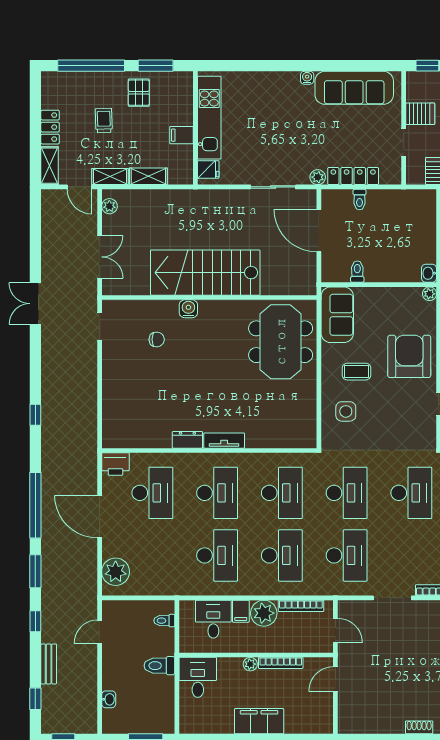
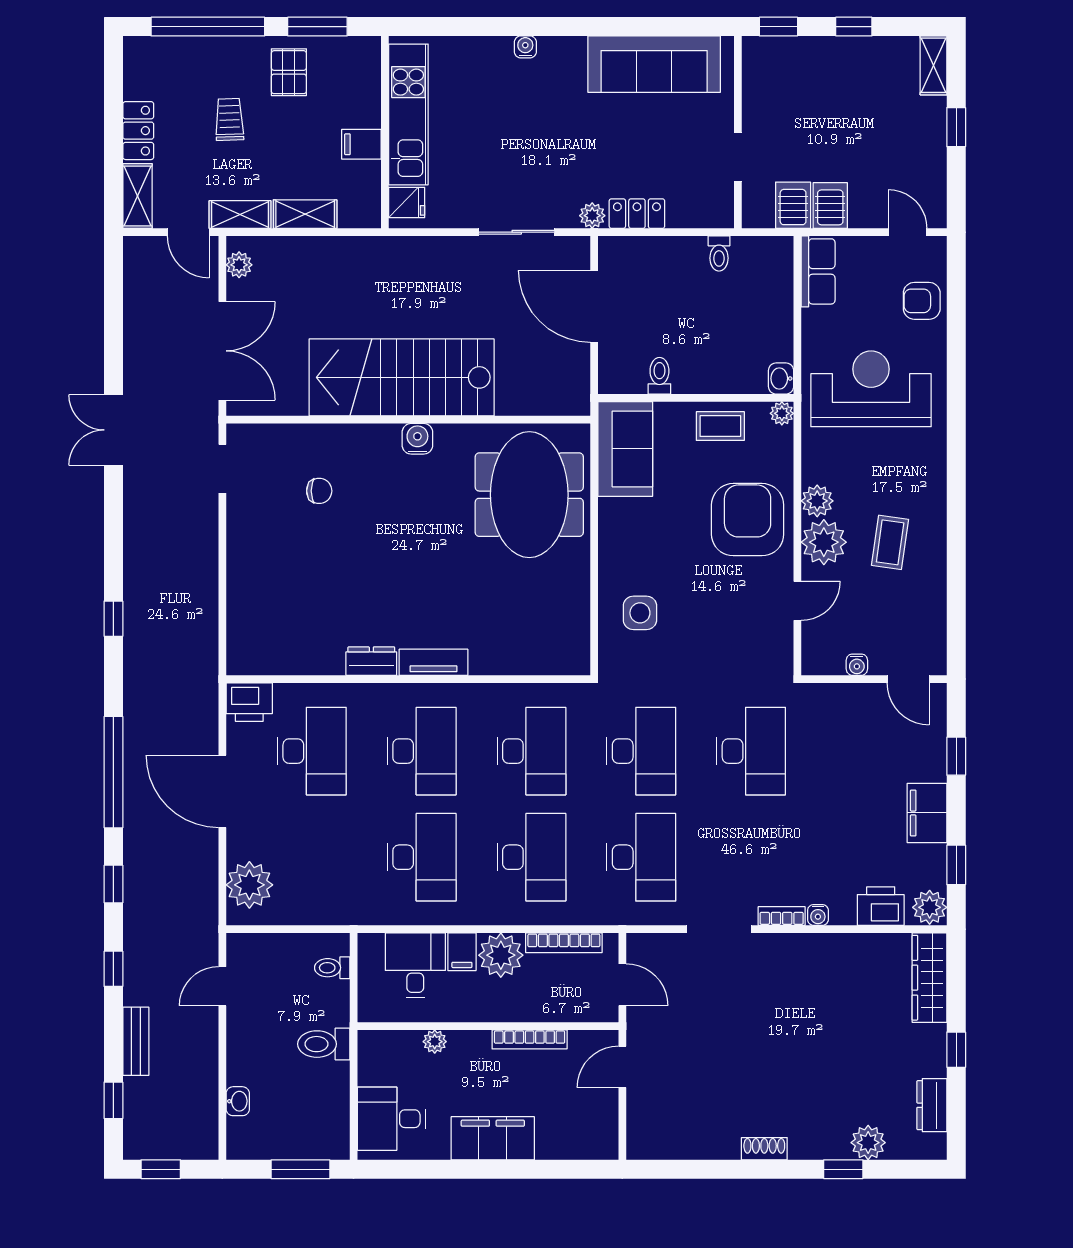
water cooler: (307, 78) -> (525, 47), moved
server rack: (420, 114) -> (766, 108), removed
locker: (353, 176) -> (637, 214), width x0.66
toilet: (360, 200) -> (719, 254), moved
double door: (100, 257) -> (222, 351), width x1.37
water cooler: (188, 309) -> (417, 439), moved
coffee table: (356, 372) -> (720, 426), moved
window: (35, 571) -> (113, 884), width x0.67
plant: (250, 664) -> (435, 1042), moved
desk: (198, 677) -> (391, 1119), moved, turned -90

